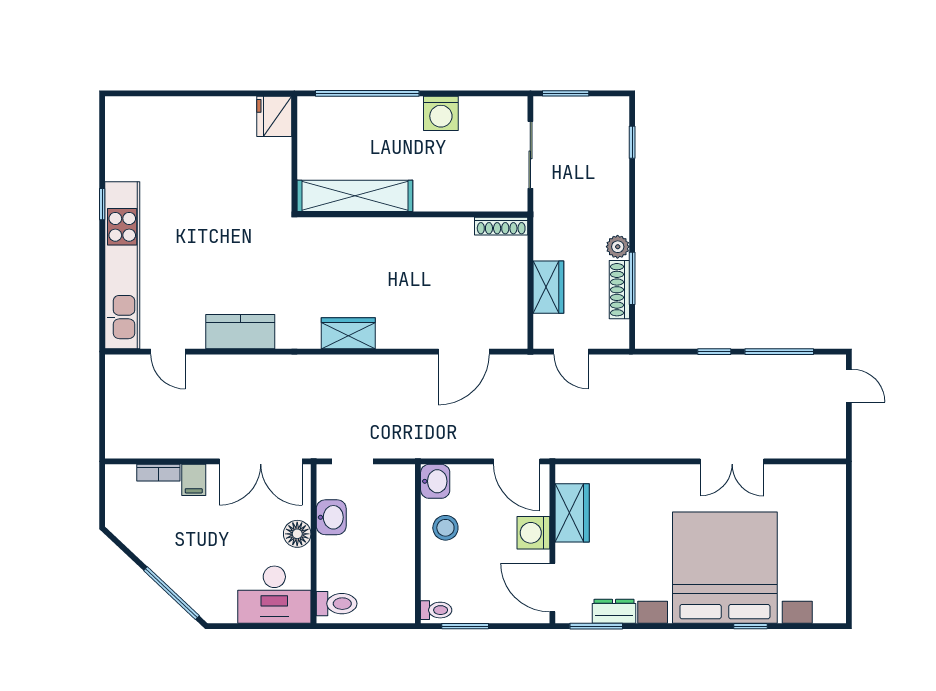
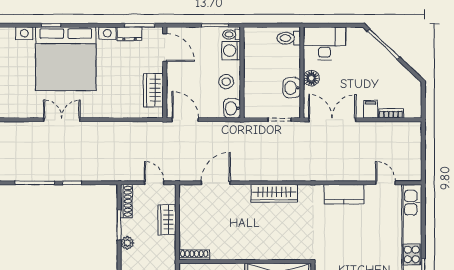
shoe rack: (619, 290) -> (126, 201), moved
wardrobe: (348, 333) -> (274, 193), width x1.50
washing machine: (533, 533) -> (231, 51), moved, turned 180

